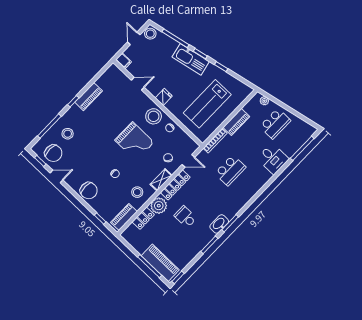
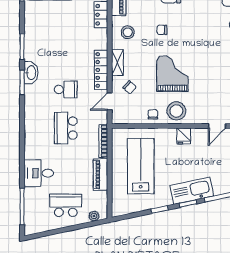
school desk: (275, 124) -> (66, 205), turned 90
grand piano: (134, 141) -> (172, 74), turned 90
plant: (159, 206) -> (98, 38), removed
school desk: (185, 217) -> (66, 89), moved

